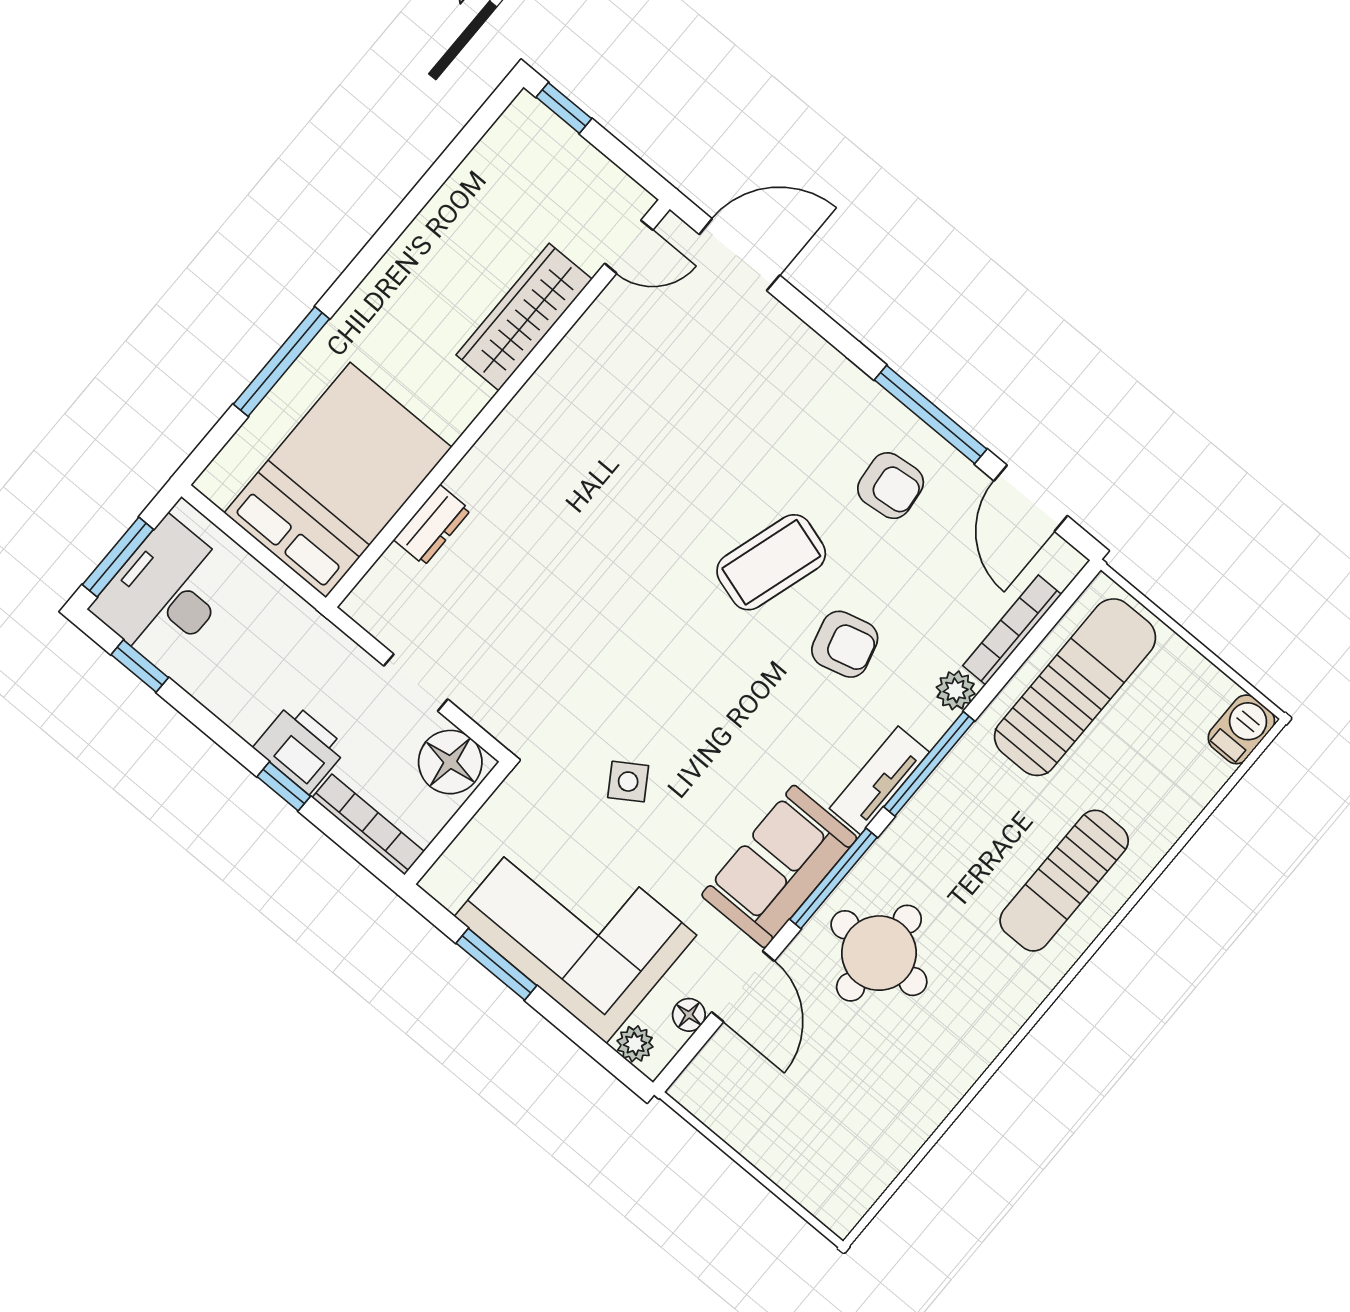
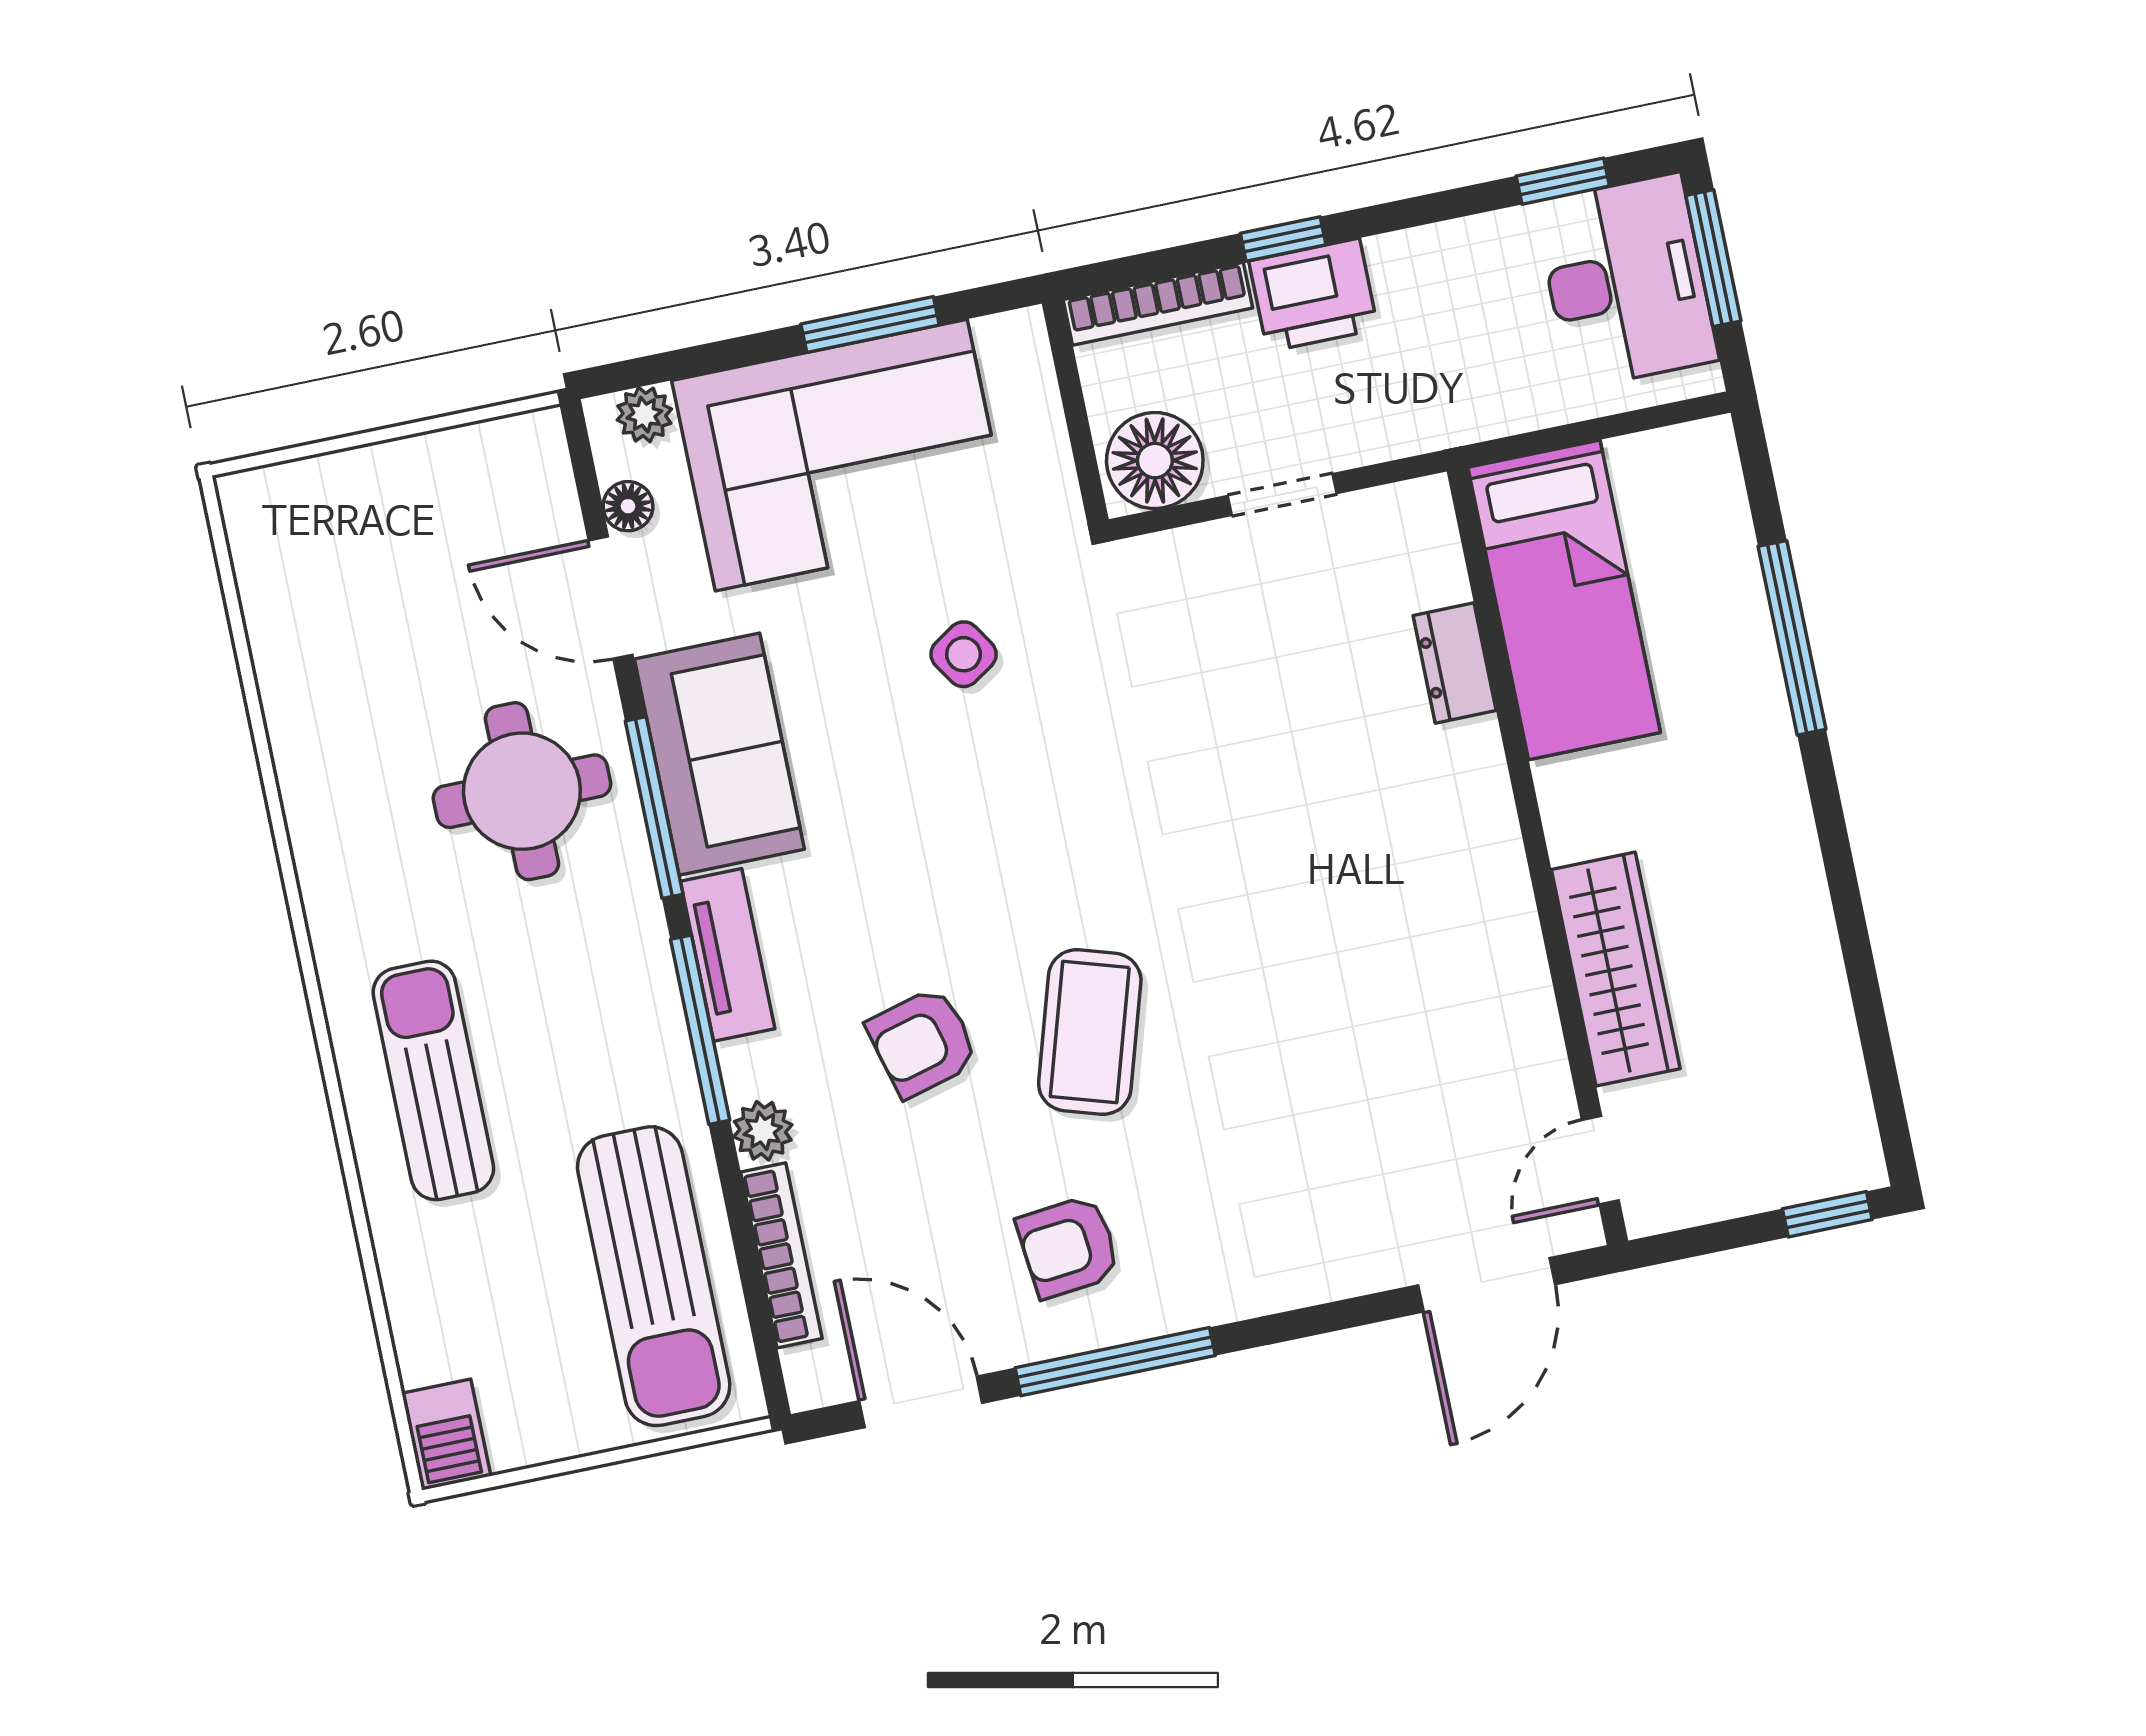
bed: (338, 480) -> (1564, 600), width x0.67

